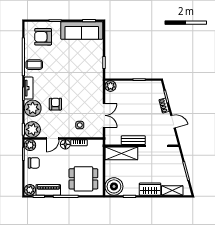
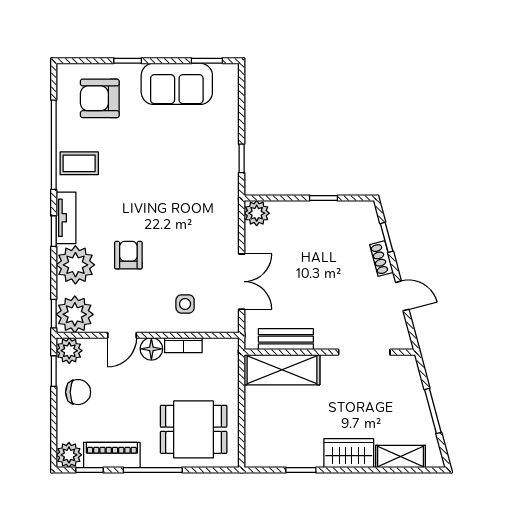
sofa: (82, 31) -> (177, 84), width x0.73
bench: (133, 140) -> (286, 339), moved
boiler: (114, 186) -> (265, 447), removed

